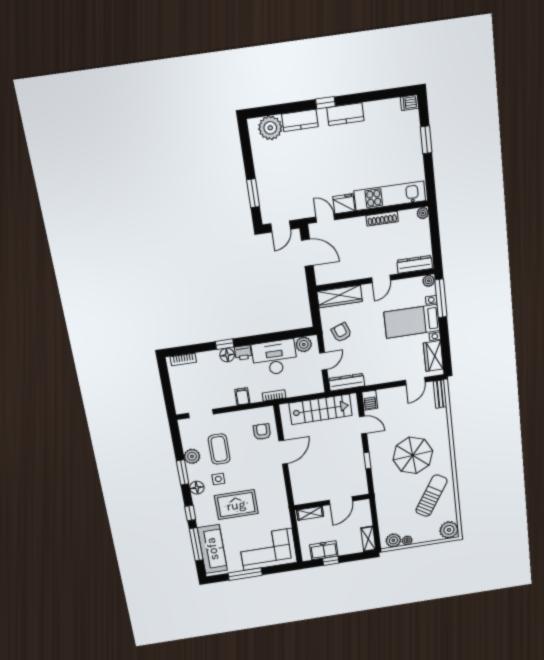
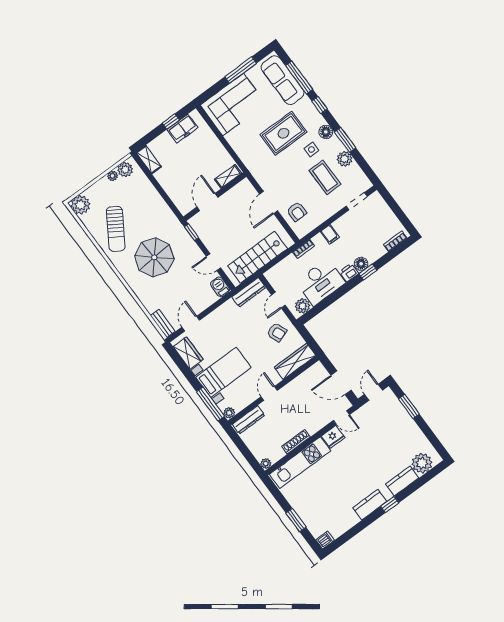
door: (341, 501) -> (207, 202), moved
wall: (332, 502) -> (215, 197), moved
shelving: (310, 513) -> (228, 176), moved

